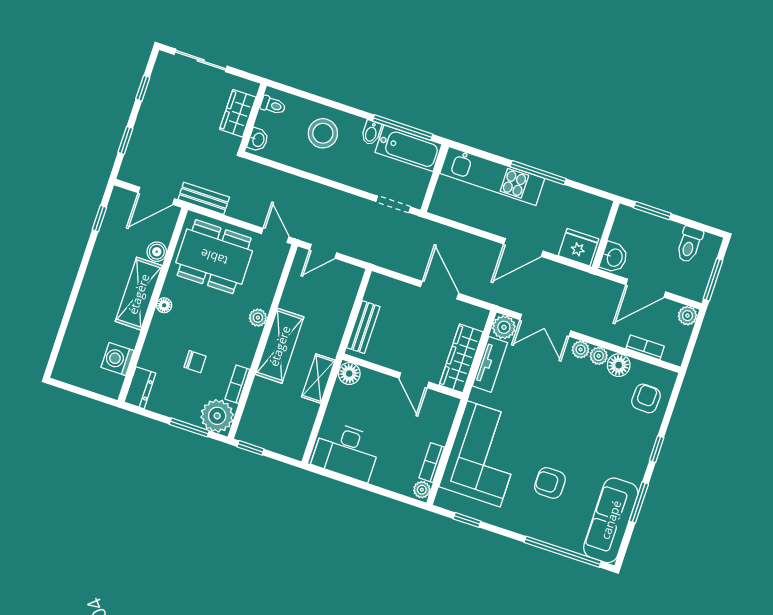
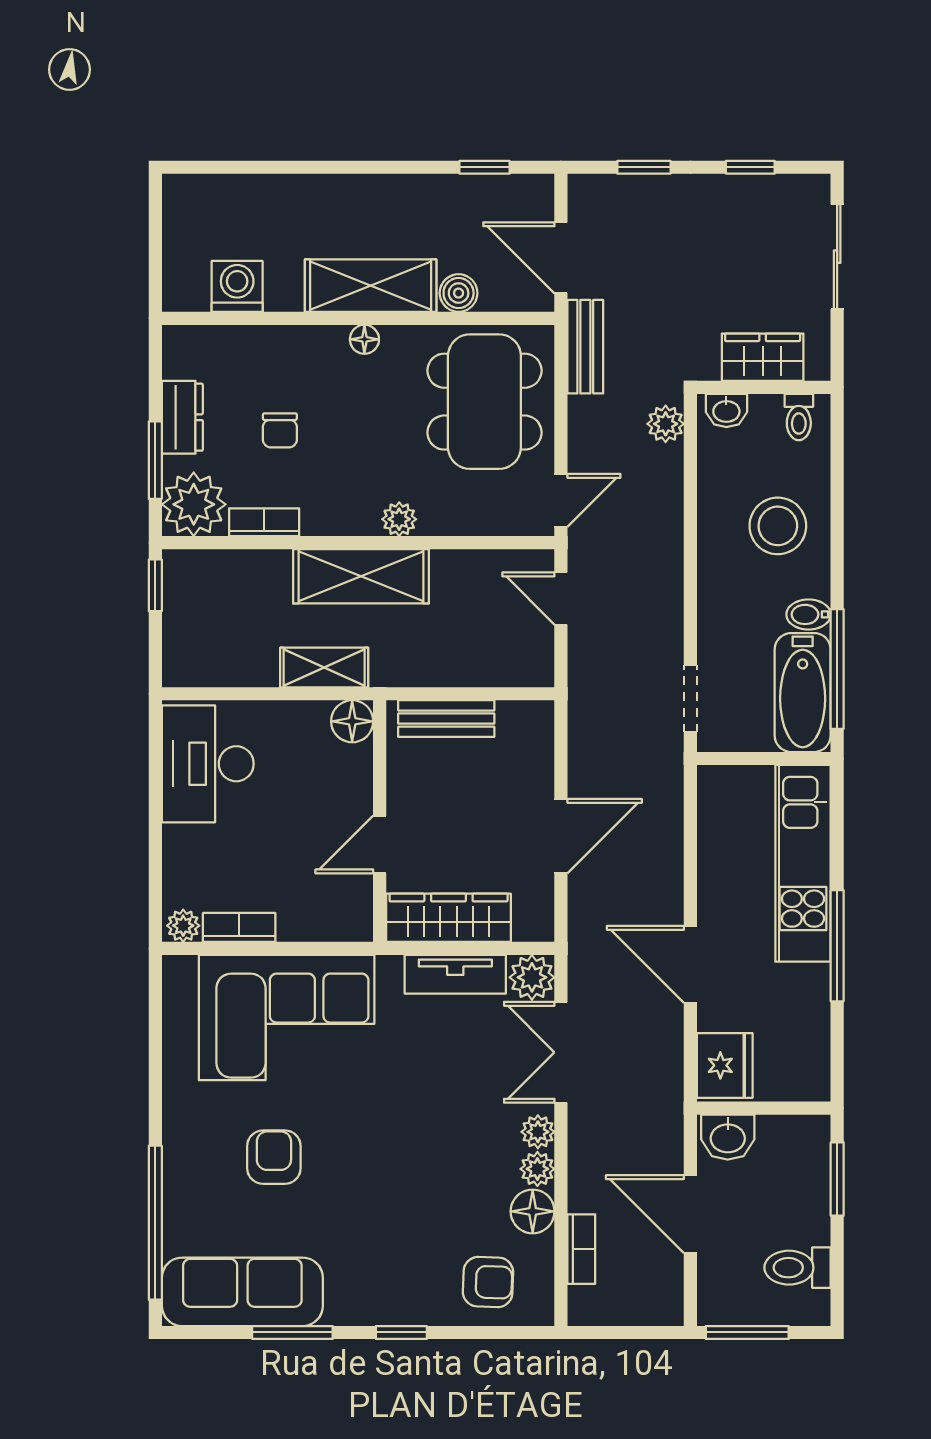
plant: (687, 316) -> (666, 424), moved
dresser: (140, 388) -> (182, 417), moved, turned -90
window: (467, 520) -> (155, 1027), removed

